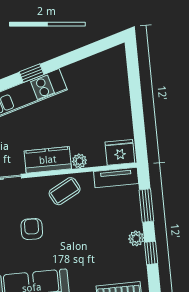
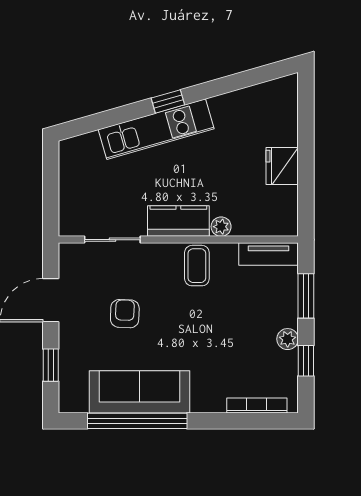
fridge: (120, 152) -> (282, 166), moved, turned -90
coffee table: (65, 191) -> (197, 266), turned -62
armchair: (32, 229) -> (125, 314), moved

